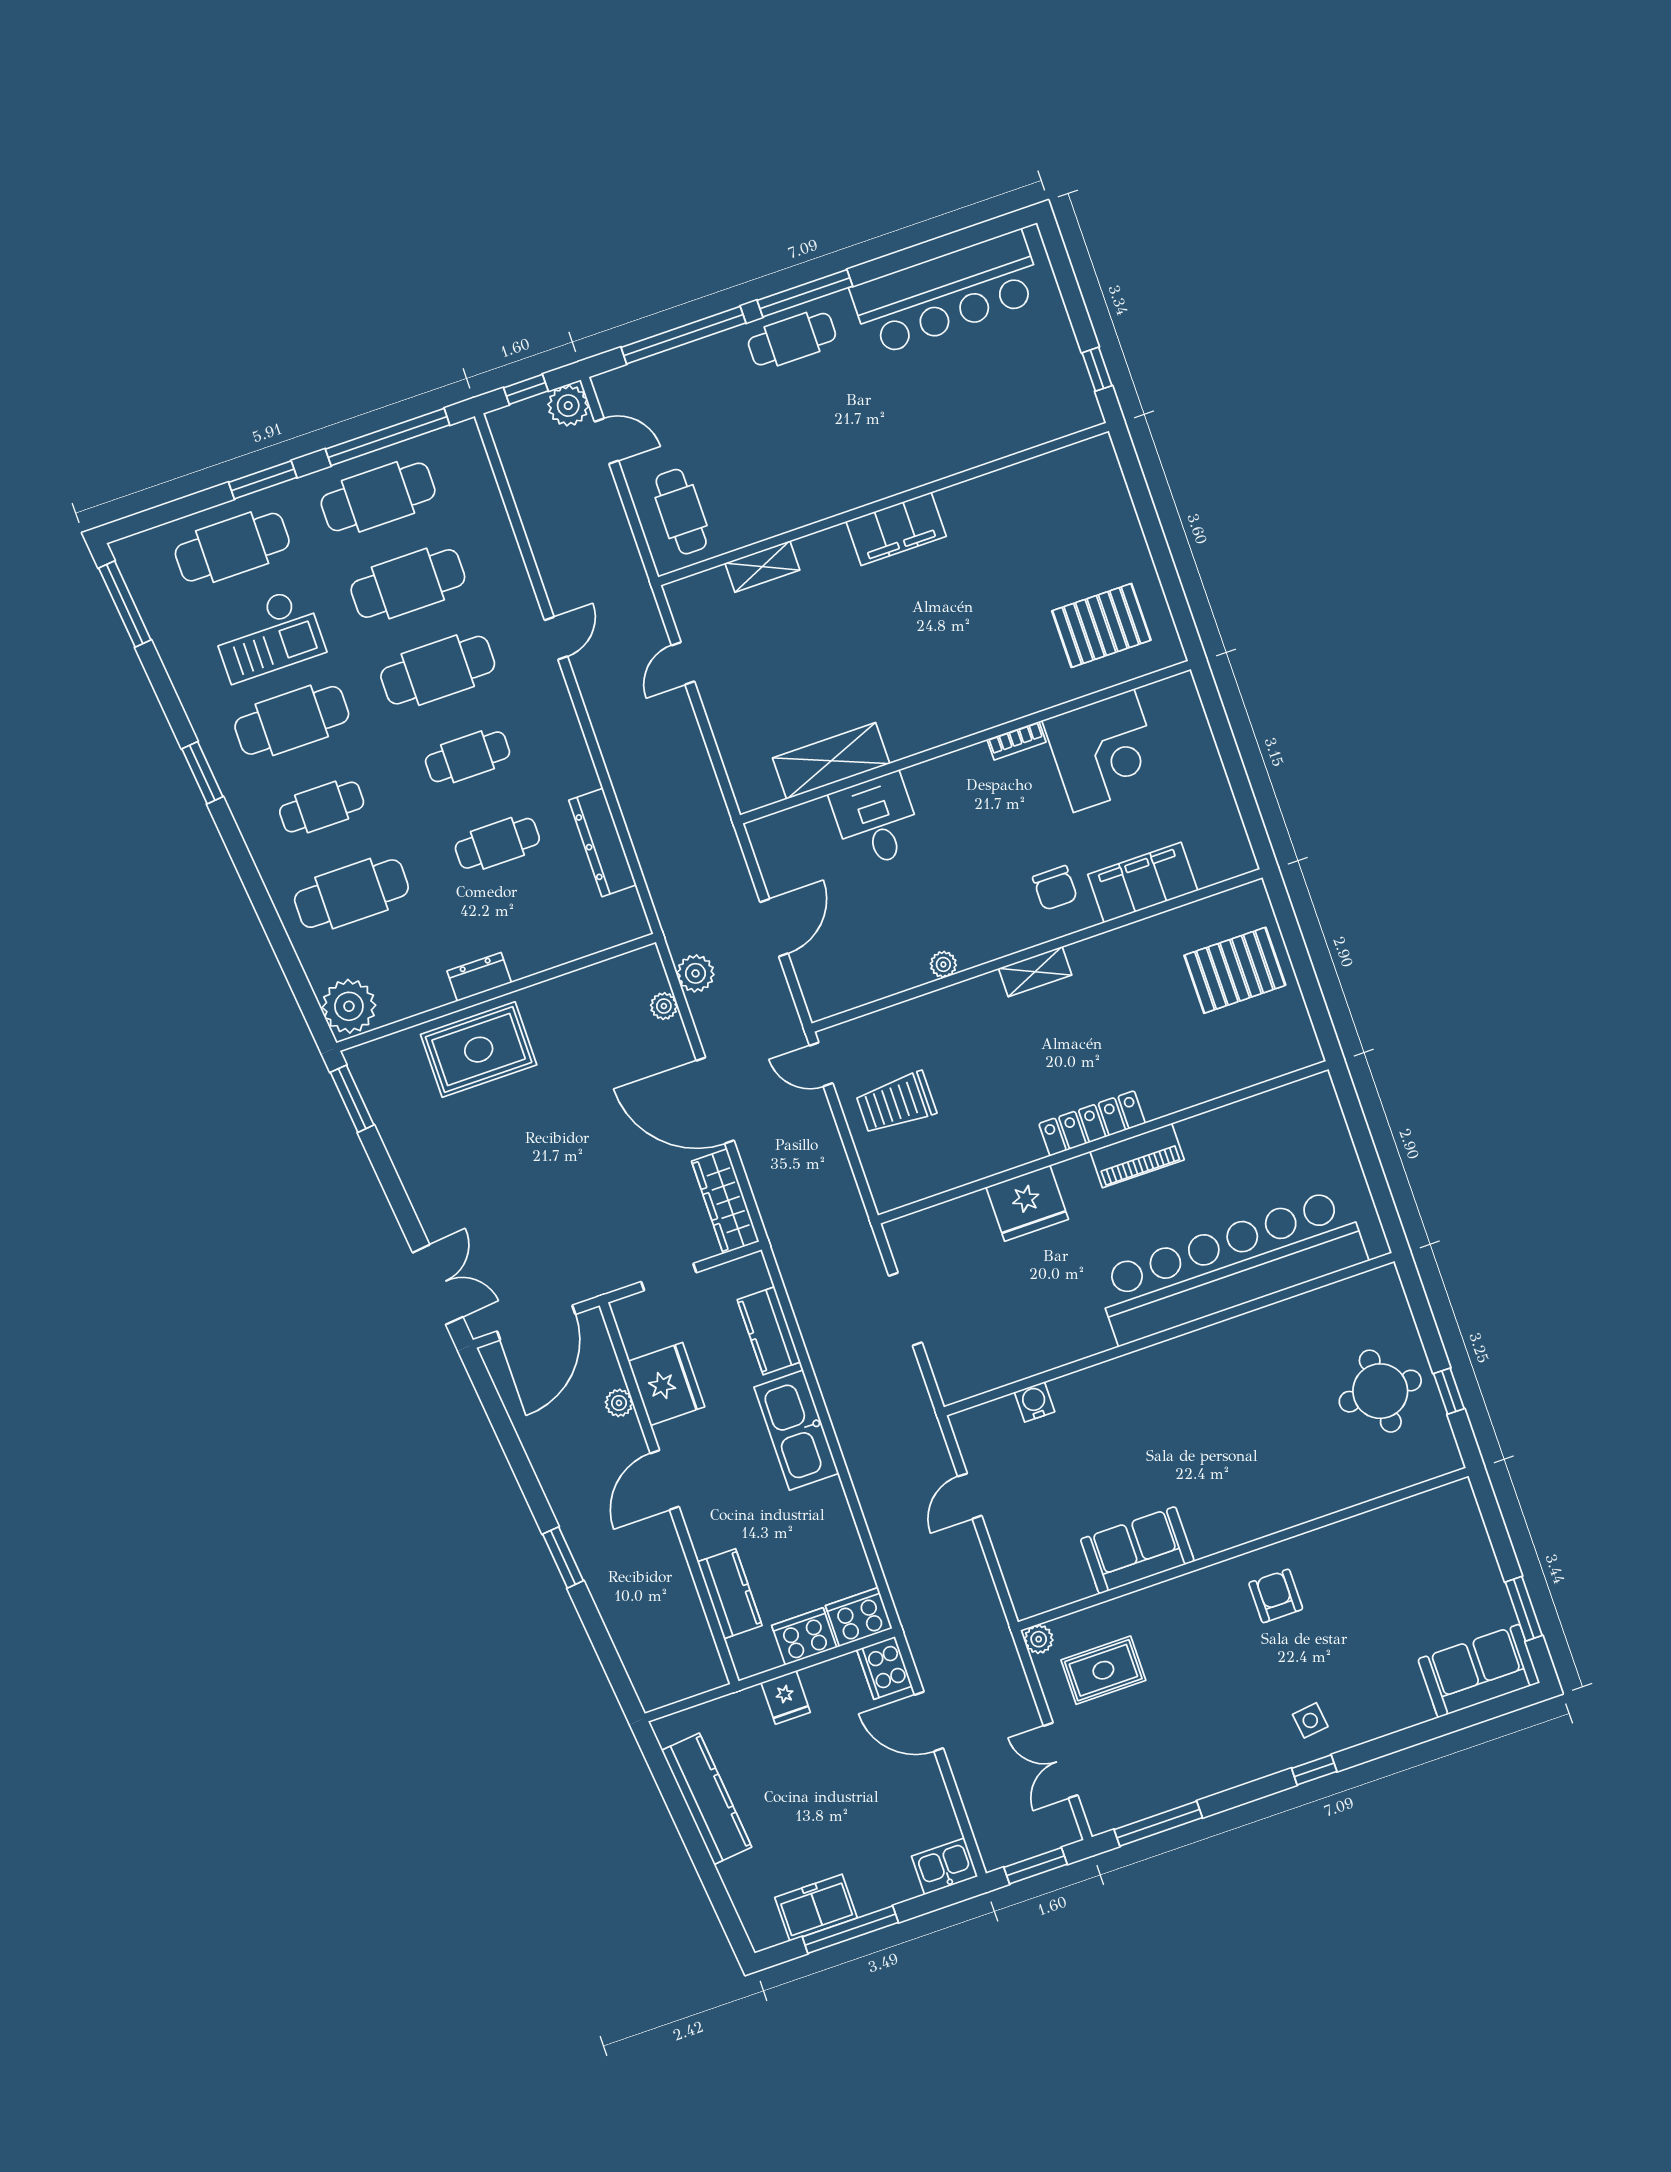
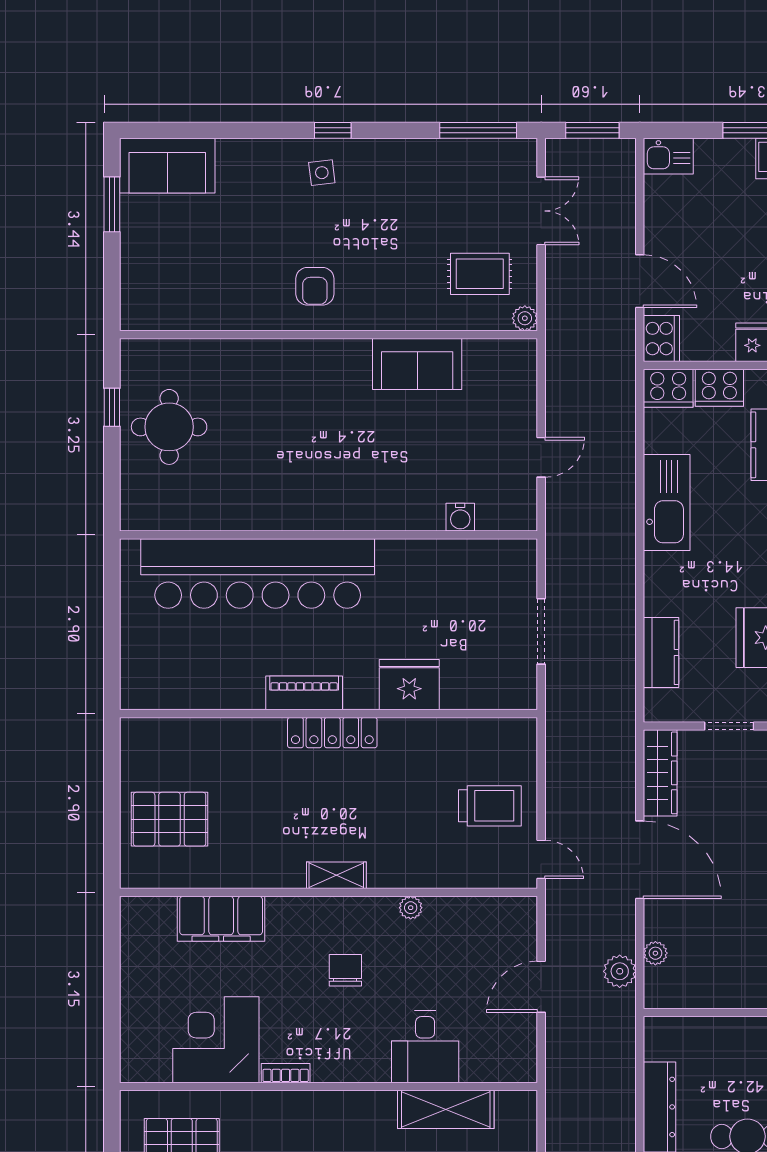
chair: (1055, 888) -> (345, 970), moved
kitchen sink: (796, 1430) -> (667, 502), moved

